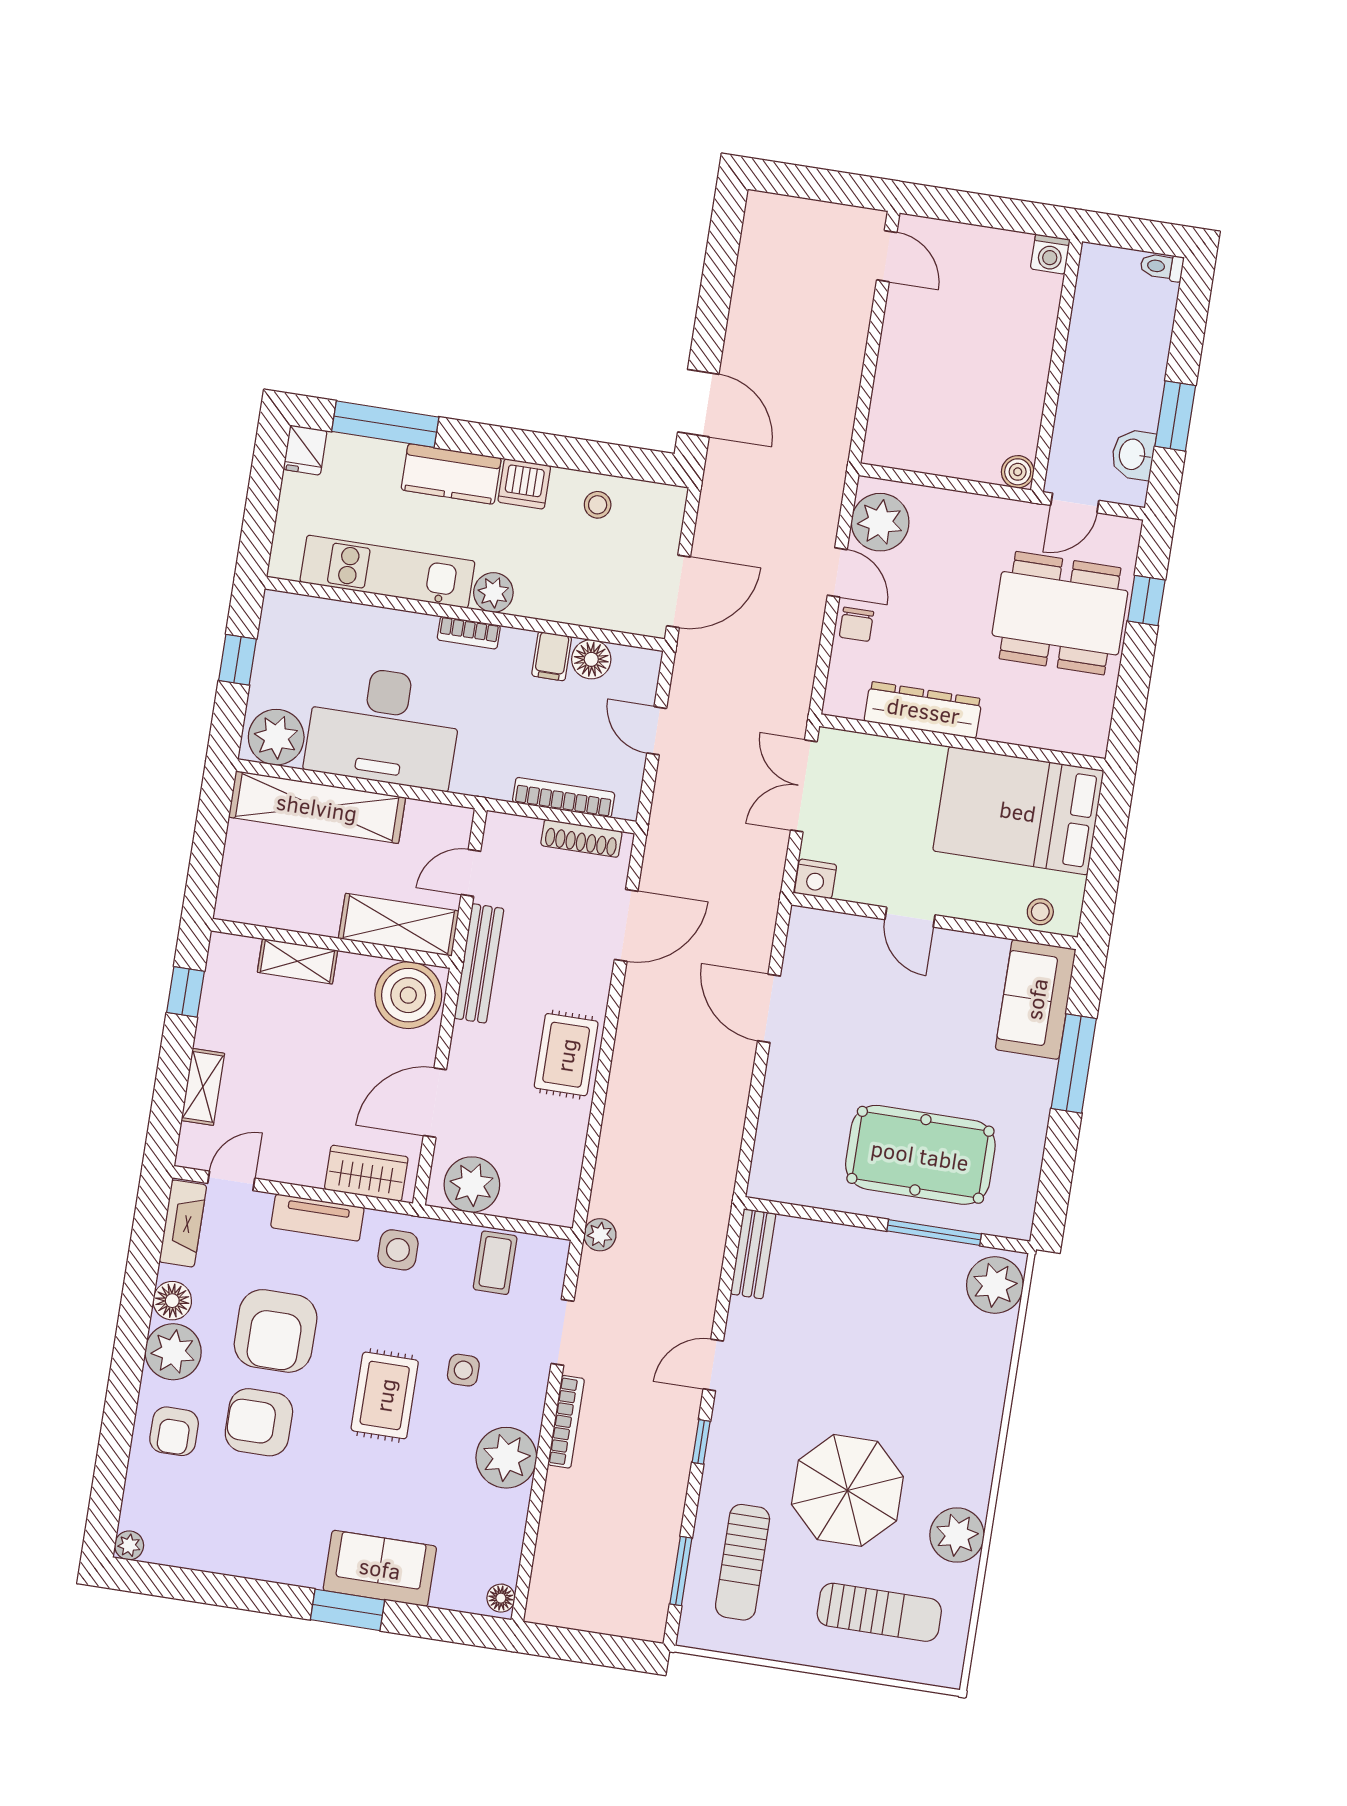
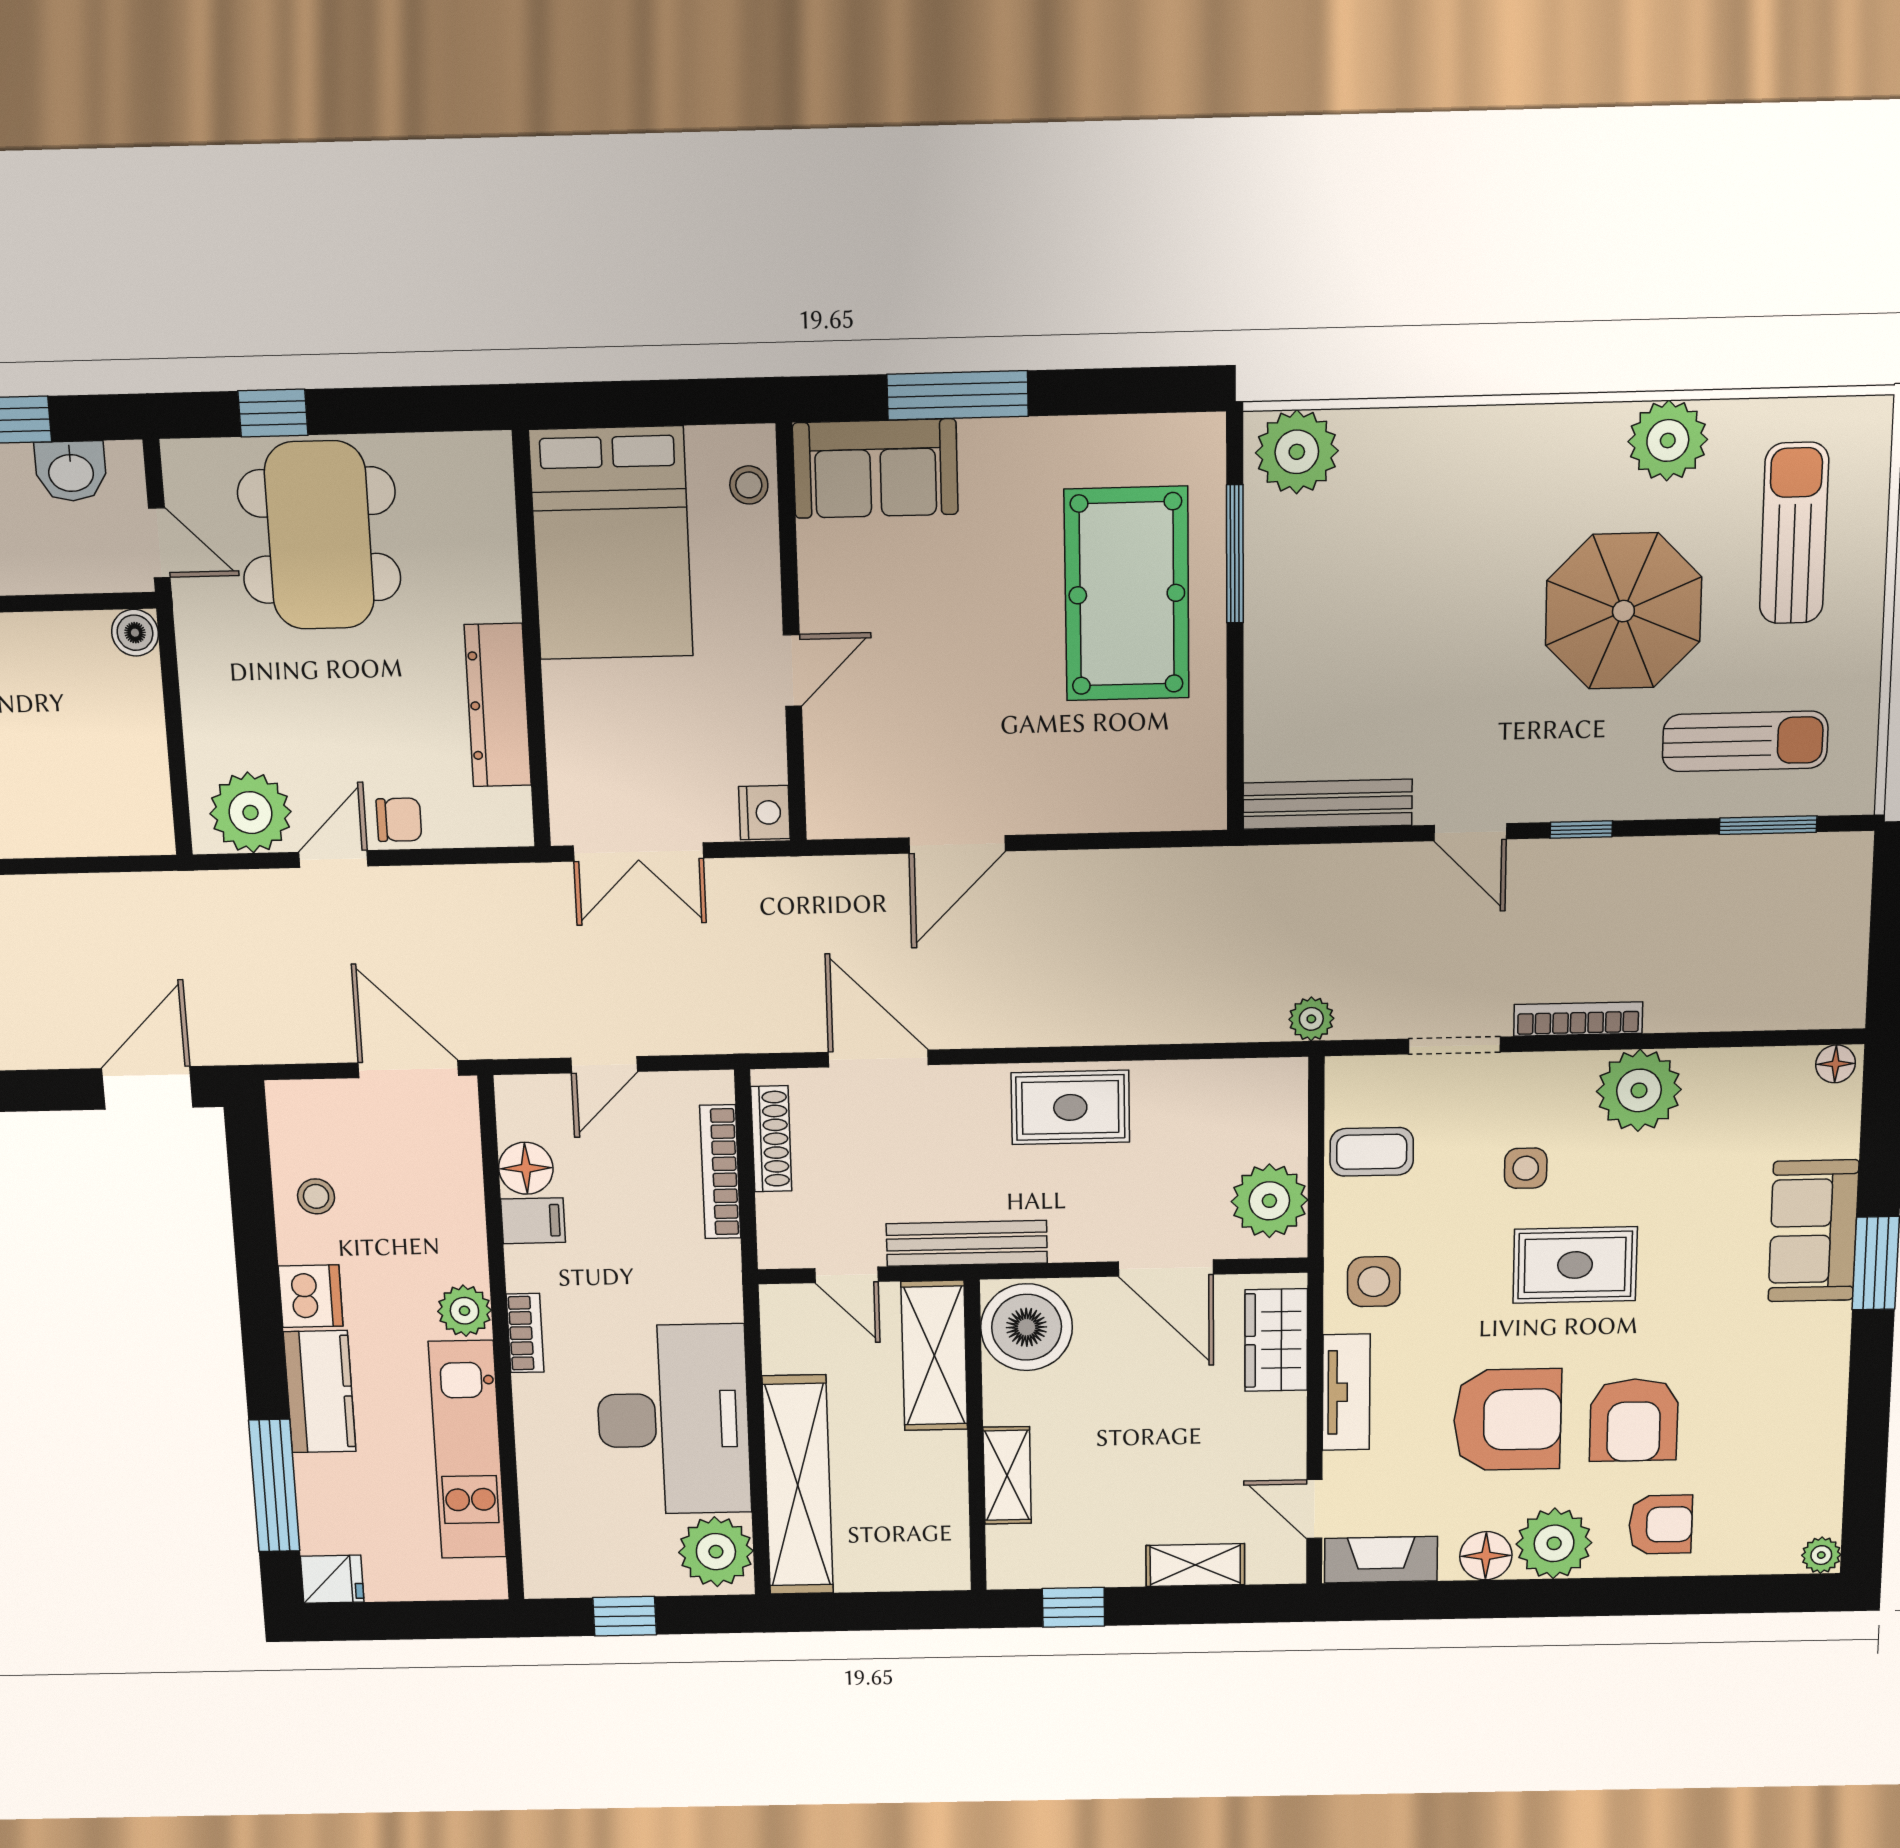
bench: (753, 1254) -> (1328, 804), width x1.36

